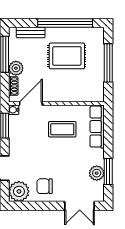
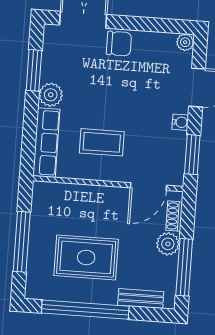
water cooler: (14, 110) -> (180, 122), moved
plant: (97, 173) -> (51, 95), moved
chair: (45, 186) -> (119, 44), moved
plant: (19, 191) -> (185, 42), width x0.53, depth x0.53

